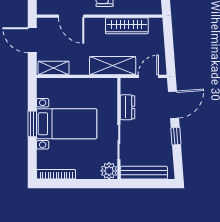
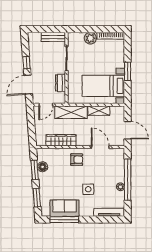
shelving: (54, 68) -> (99, 111), moved
bed with nightstands: (67, 124) -> (103, 86), moved
plant: (109, 171) -> (90, 38), moved
bench: (144, 173) -> (53, 37), width x0.73

